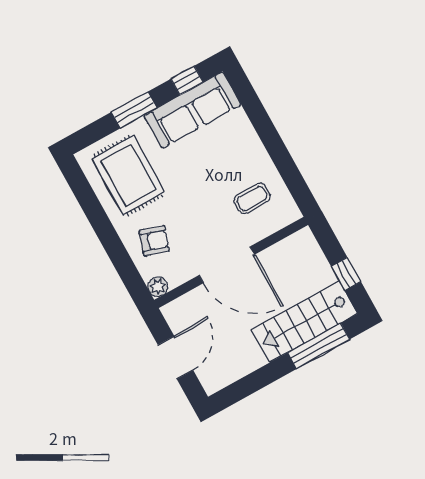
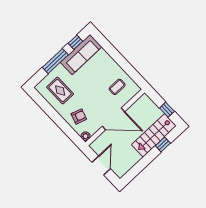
window: (134, 110) -> (55, 61), width x1.44
rug: (128, 175) -> (60, 91), width x0.73, depth x0.70
window: (319, 346) -> (163, 144), width x0.46

